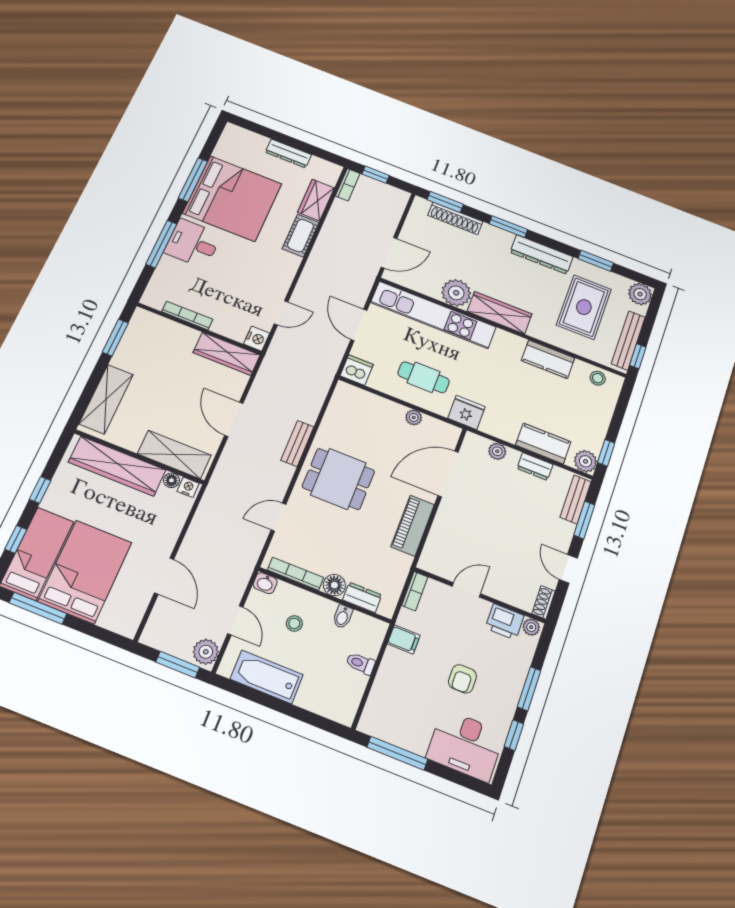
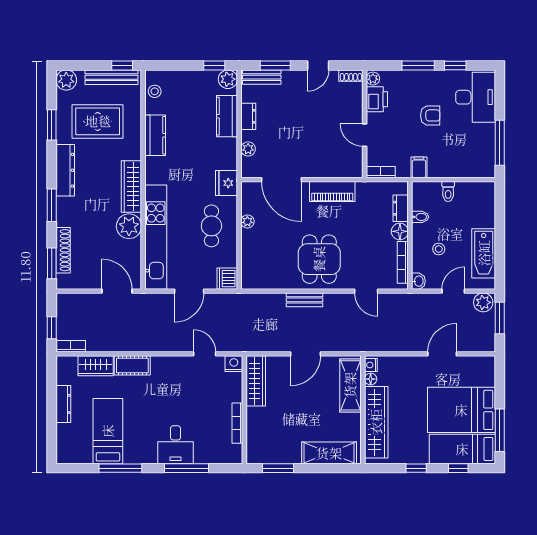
bed: (232, 198) -> (108, 431), width x0.49

